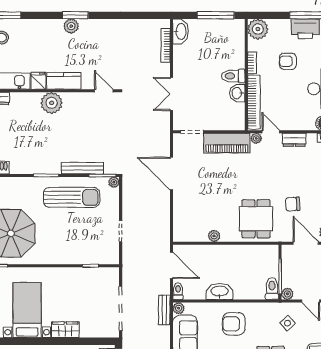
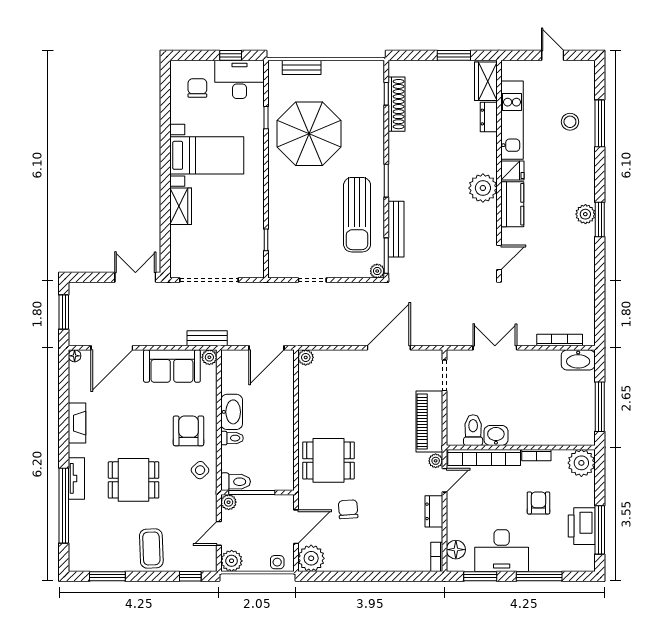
toilet: (233, 76) -> (473, 430), moved
plant: (214, 236) -> (306, 357), moved
toilet: (178, 291) -> (232, 438), moved
side table: (288, 323) -> (200, 470), moved

